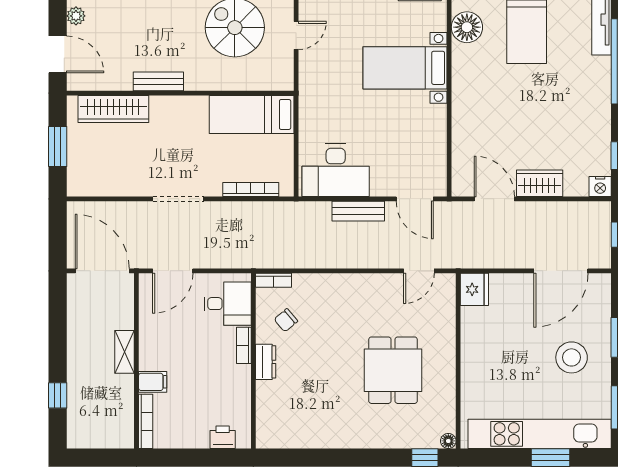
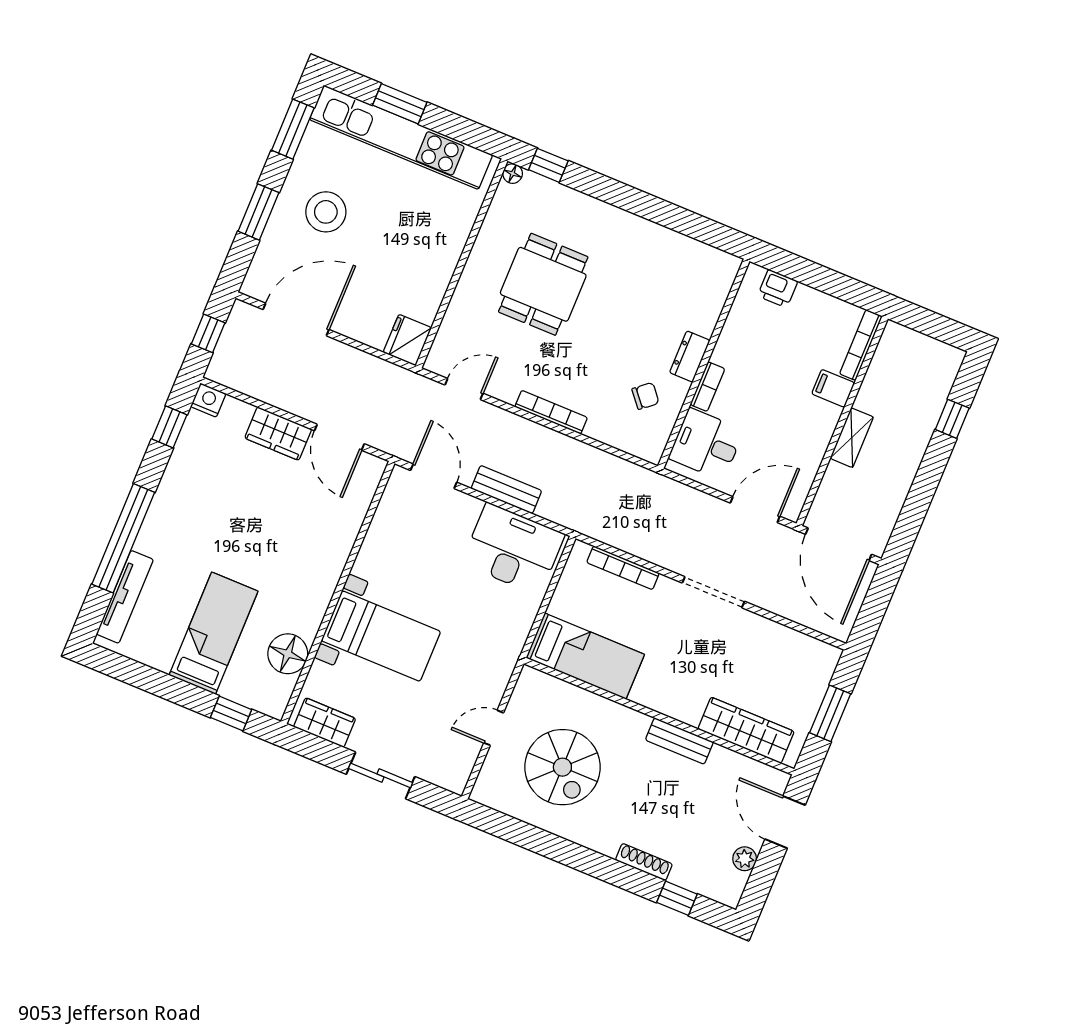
bookcase: (274, 280) -> (551, 412), moved, width x1.56

